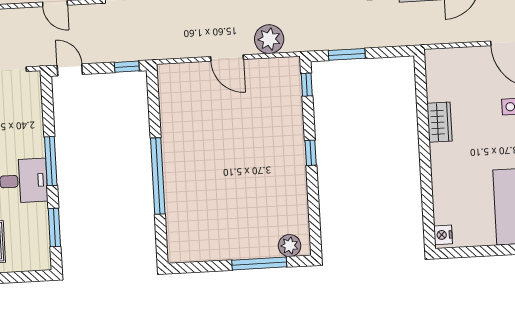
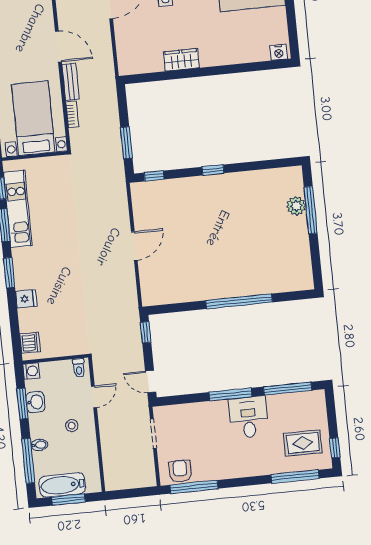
plant: (269, 39) -> (116, 210), removed
door: (70, 70) -> (151, 381), hinge flipped
window: (54, 227) -> (288, 389), width x1.44
plant: (290, 246) -> (296, 206), moved

